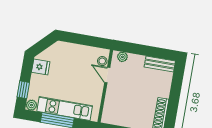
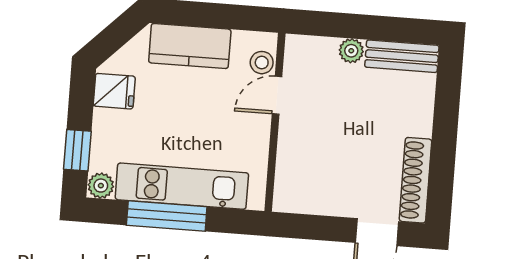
kitchen counter: (73, 51) -> (190, 46), added
plant: (122, 57) -> (351, 51), moved
door: (107, 75) -> (277, 95), hinge flipped

